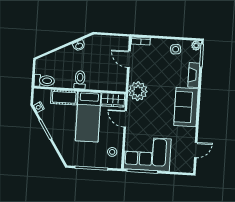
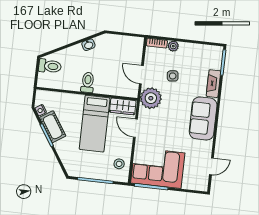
plant: (196, 46) -> (173, 46), moved
side table: (176, 49) -> (173, 76), moved
door: (129, 59) -> (141, 75), moved
toilet: (44, 81) -> (50, 66), moved
cot: (64, 97) -> (53, 127), moved, turned 57

